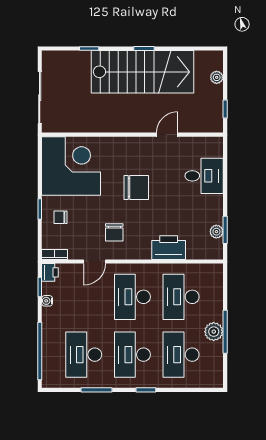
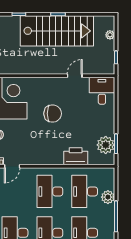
desk: (204, 176) -> (102, 91), moved, turned -90
chair: (114, 232) -> (37, 145), removed
plant: (216, 232) -> (106, 145), width x1.87, depth x1.87
door: (95, 261) -> (12, 166), moved
plant: (214, 332) -> (108, 197), moved

